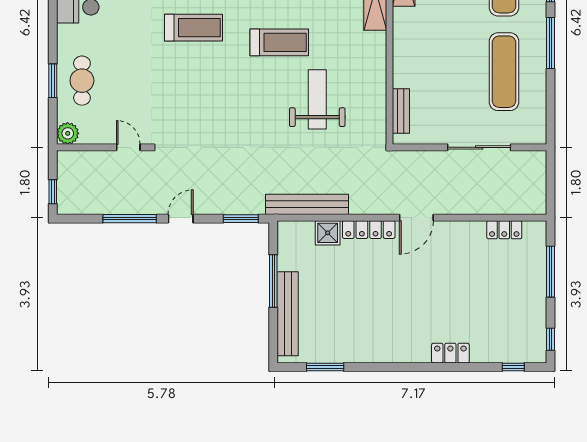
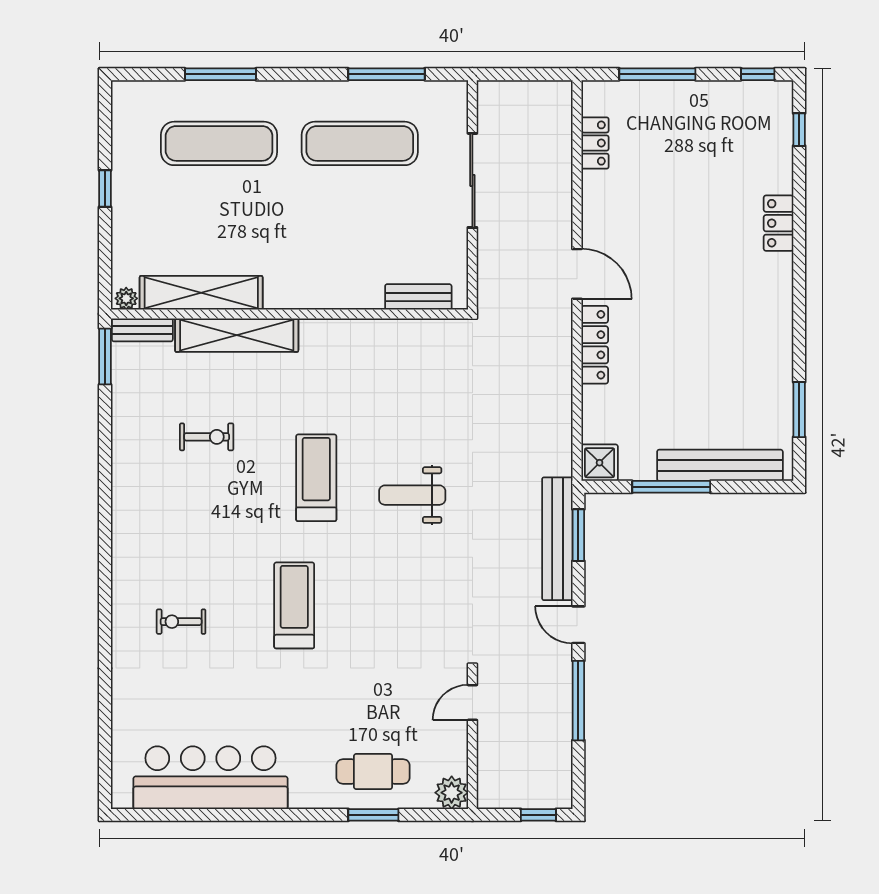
window: (550, 43) -> (386, 74), moved
weight bench: (317, 99) -> (412, 495), moved, width x0.73, depth x0.75
bench: (307, 204) -> (557, 539), moved
shower: (328, 233) -> (600, 463), moved

